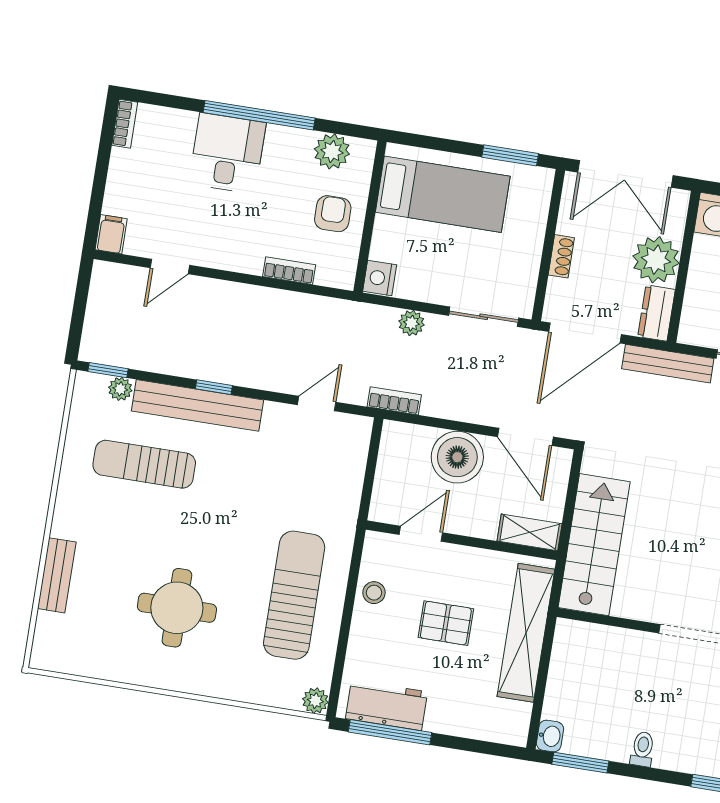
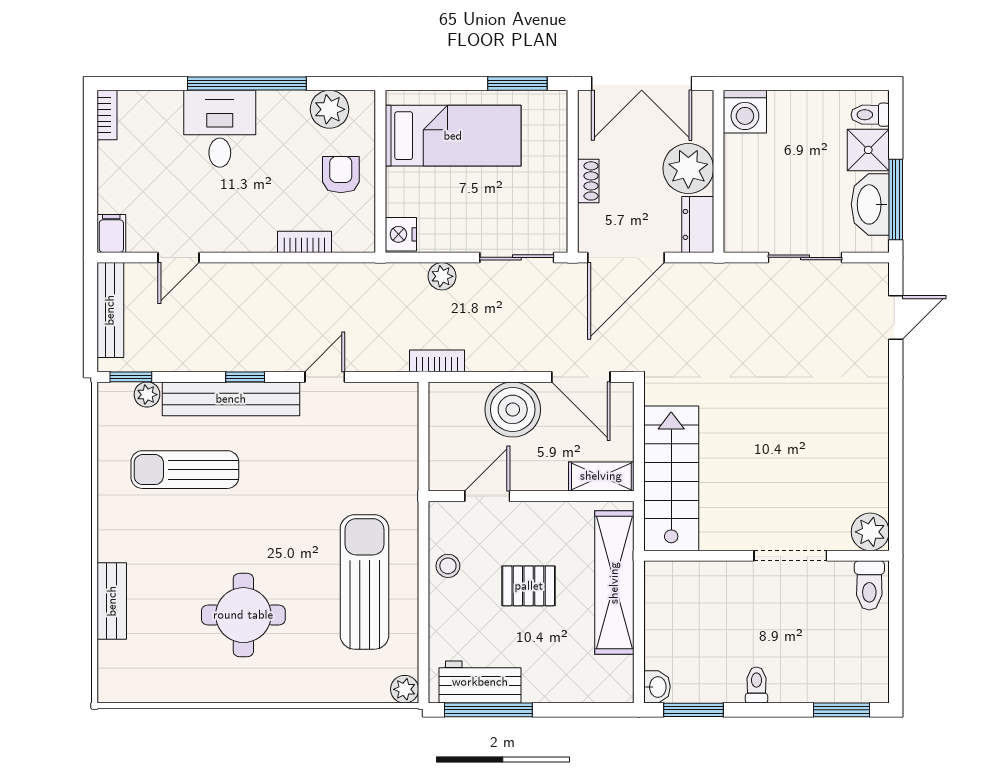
bench: (668, 364) -> (110, 310), moved, turned 90
door: (317, 404) -> (325, 377), moved

